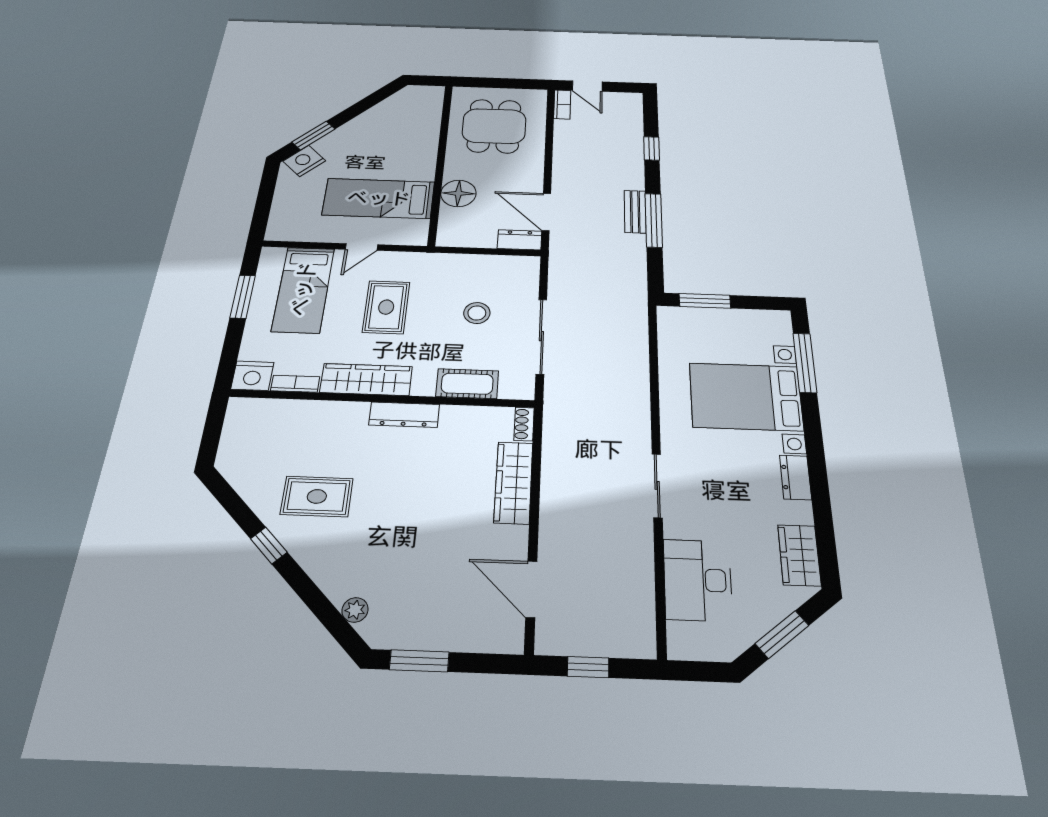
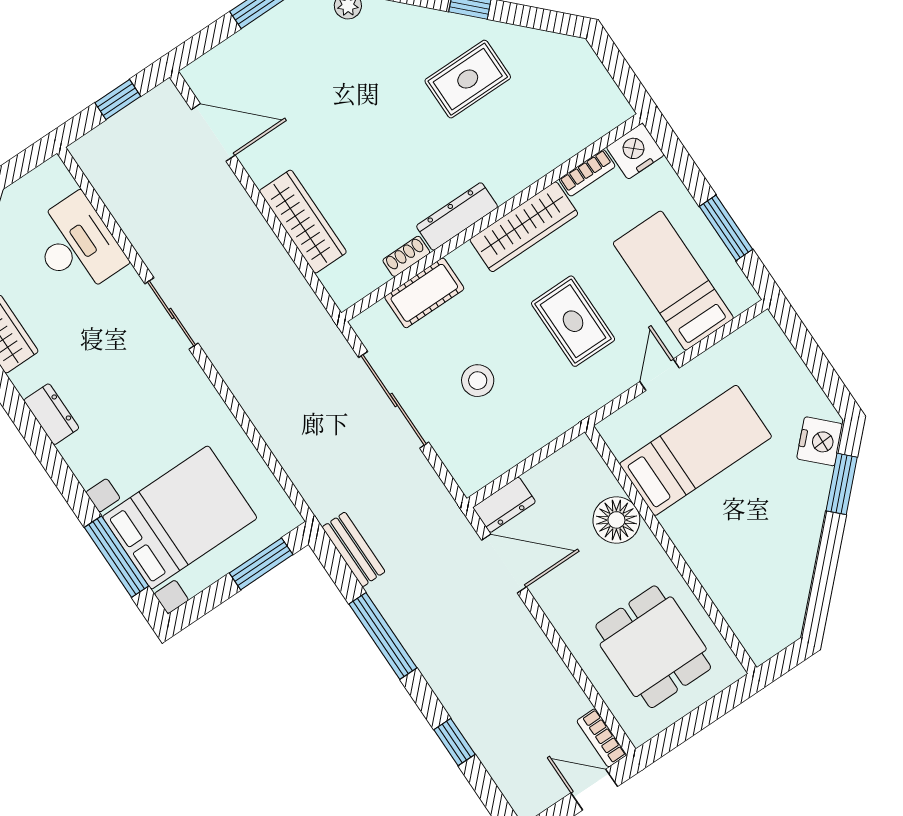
bench: (635, 212) -> (354, 549), moved
bed with nightstands: (746, 397) -> (180, 517), moved
shoe rack: (524, 424) -> (406, 256), moved, turned -90

